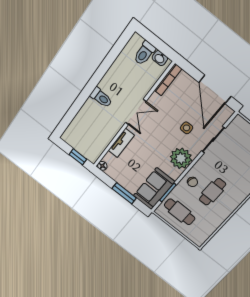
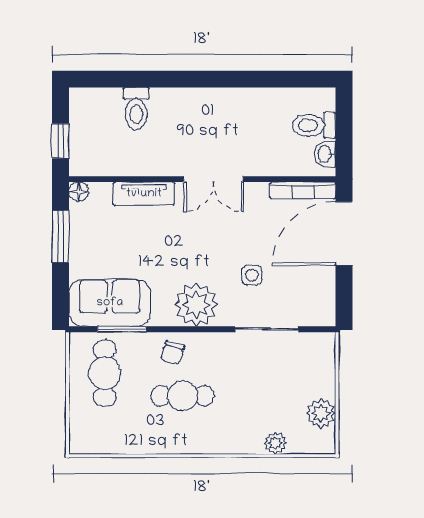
door: (215, 89) -> (344, 234), moved
toilet: (101, 98) -> (136, 109), moved
window: (124, 193) -> (61, 237), moved

